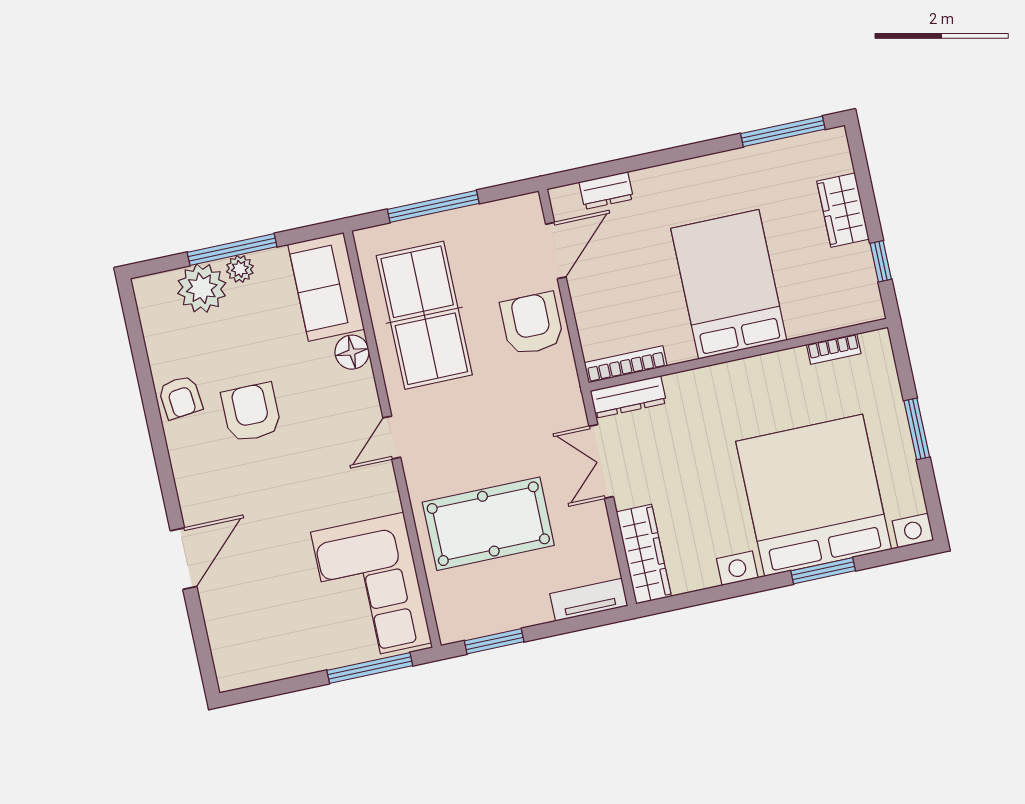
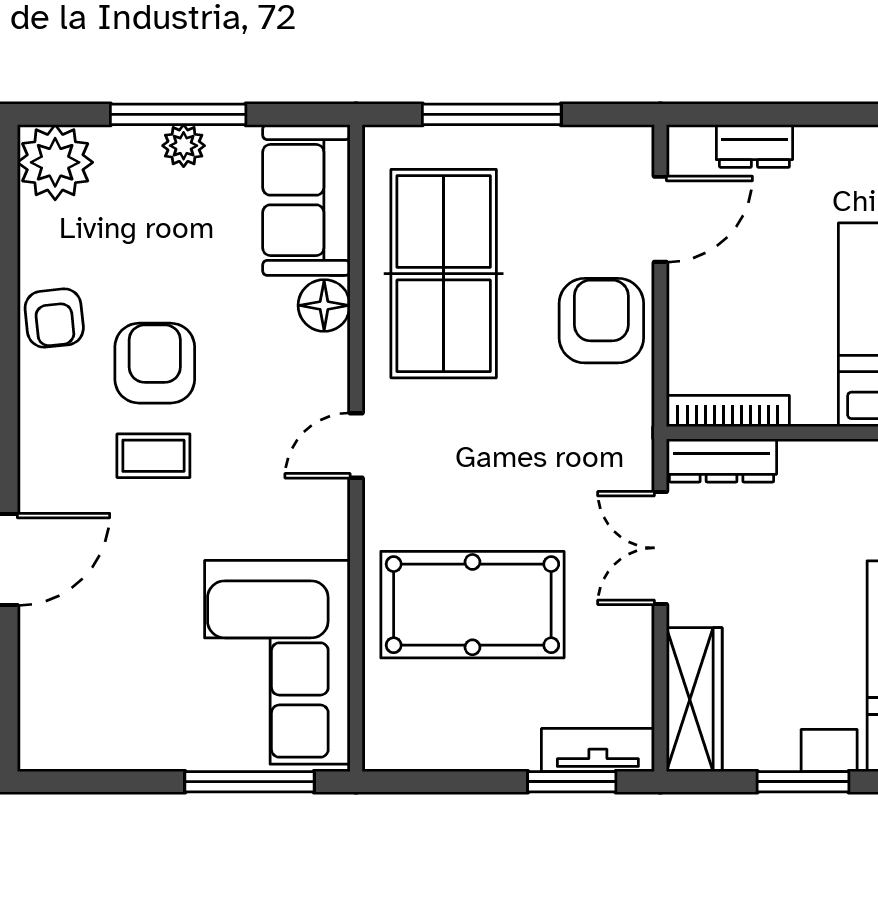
plant: (202, 288) -> (55, 162), moved
coffee table: (263, 472) -> (153, 456), added
window: (725, 592) -> (803, 782), added
window: (494, 641) -> (572, 782), moved

